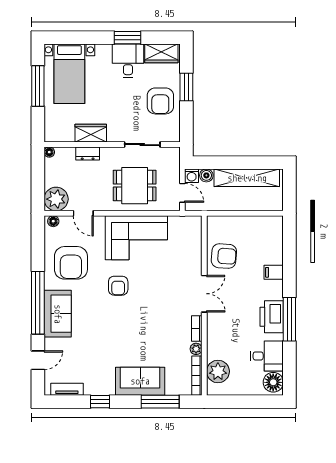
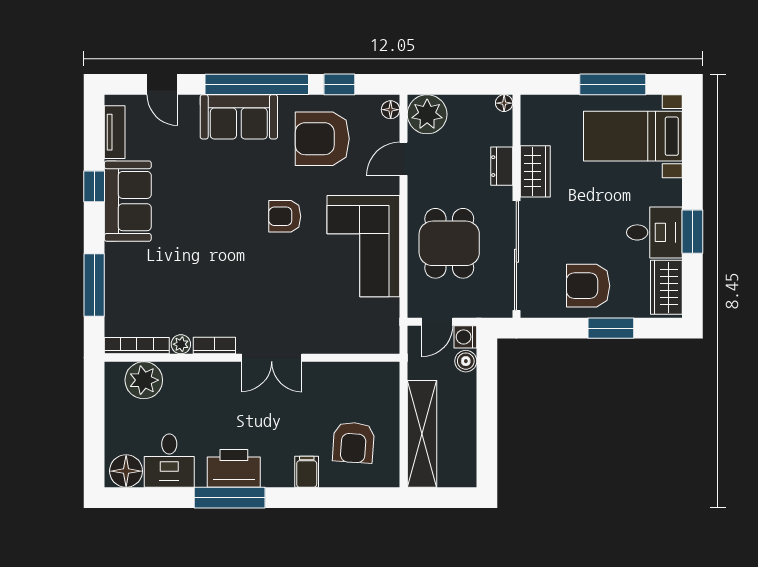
sliding door: (142, 145) -> (516, 256), width x1.86
shelving: (247, 178) -> (422, 434), moved
window: (38, 252) -> (339, 84), added
armchair: (224, 256) -> (354, 442), moved
sofa: (140, 381) -> (128, 201), moved

